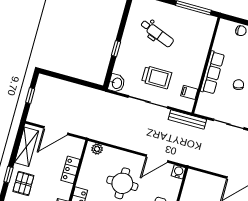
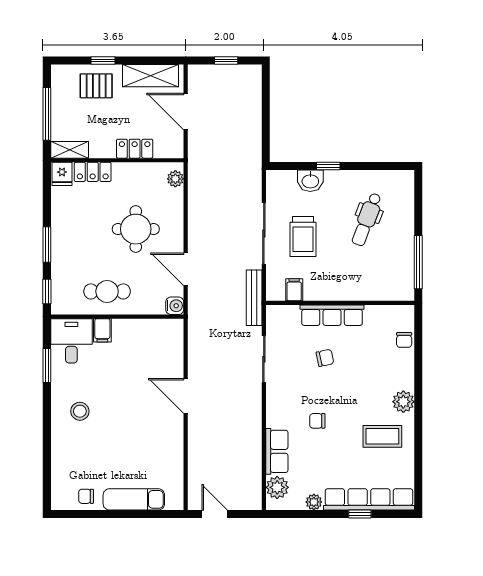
washbasin: (117, 83) -> (310, 181), moved

